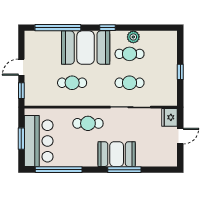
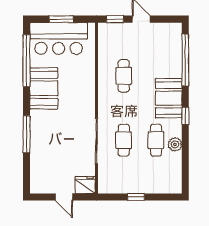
booth: (86, 48) -> (169, 98), width x0.73, depth x0.70
cafe table: (88, 123) -> (78, 94), removed
booth: (117, 154) -> (44, 88), moved

